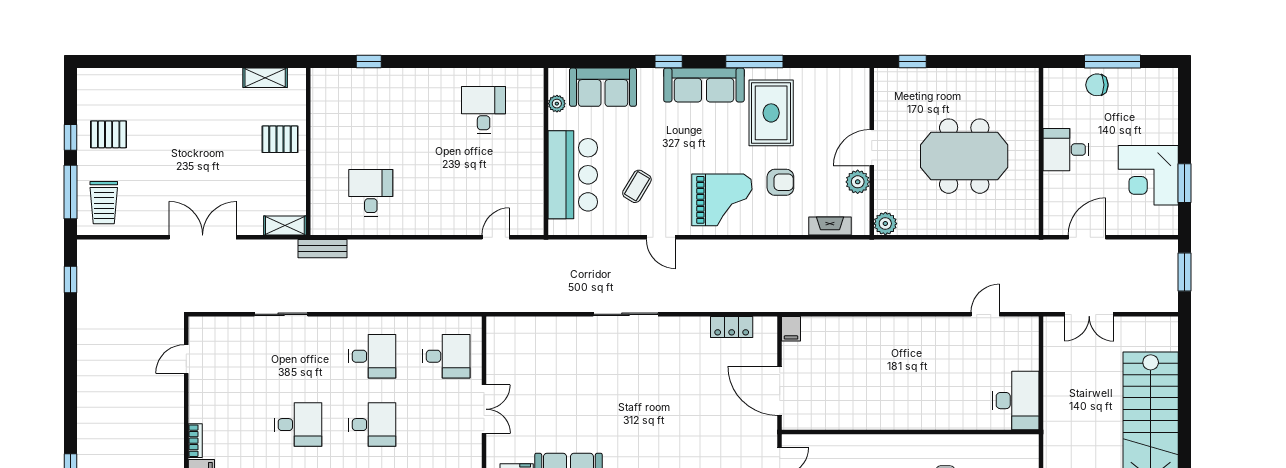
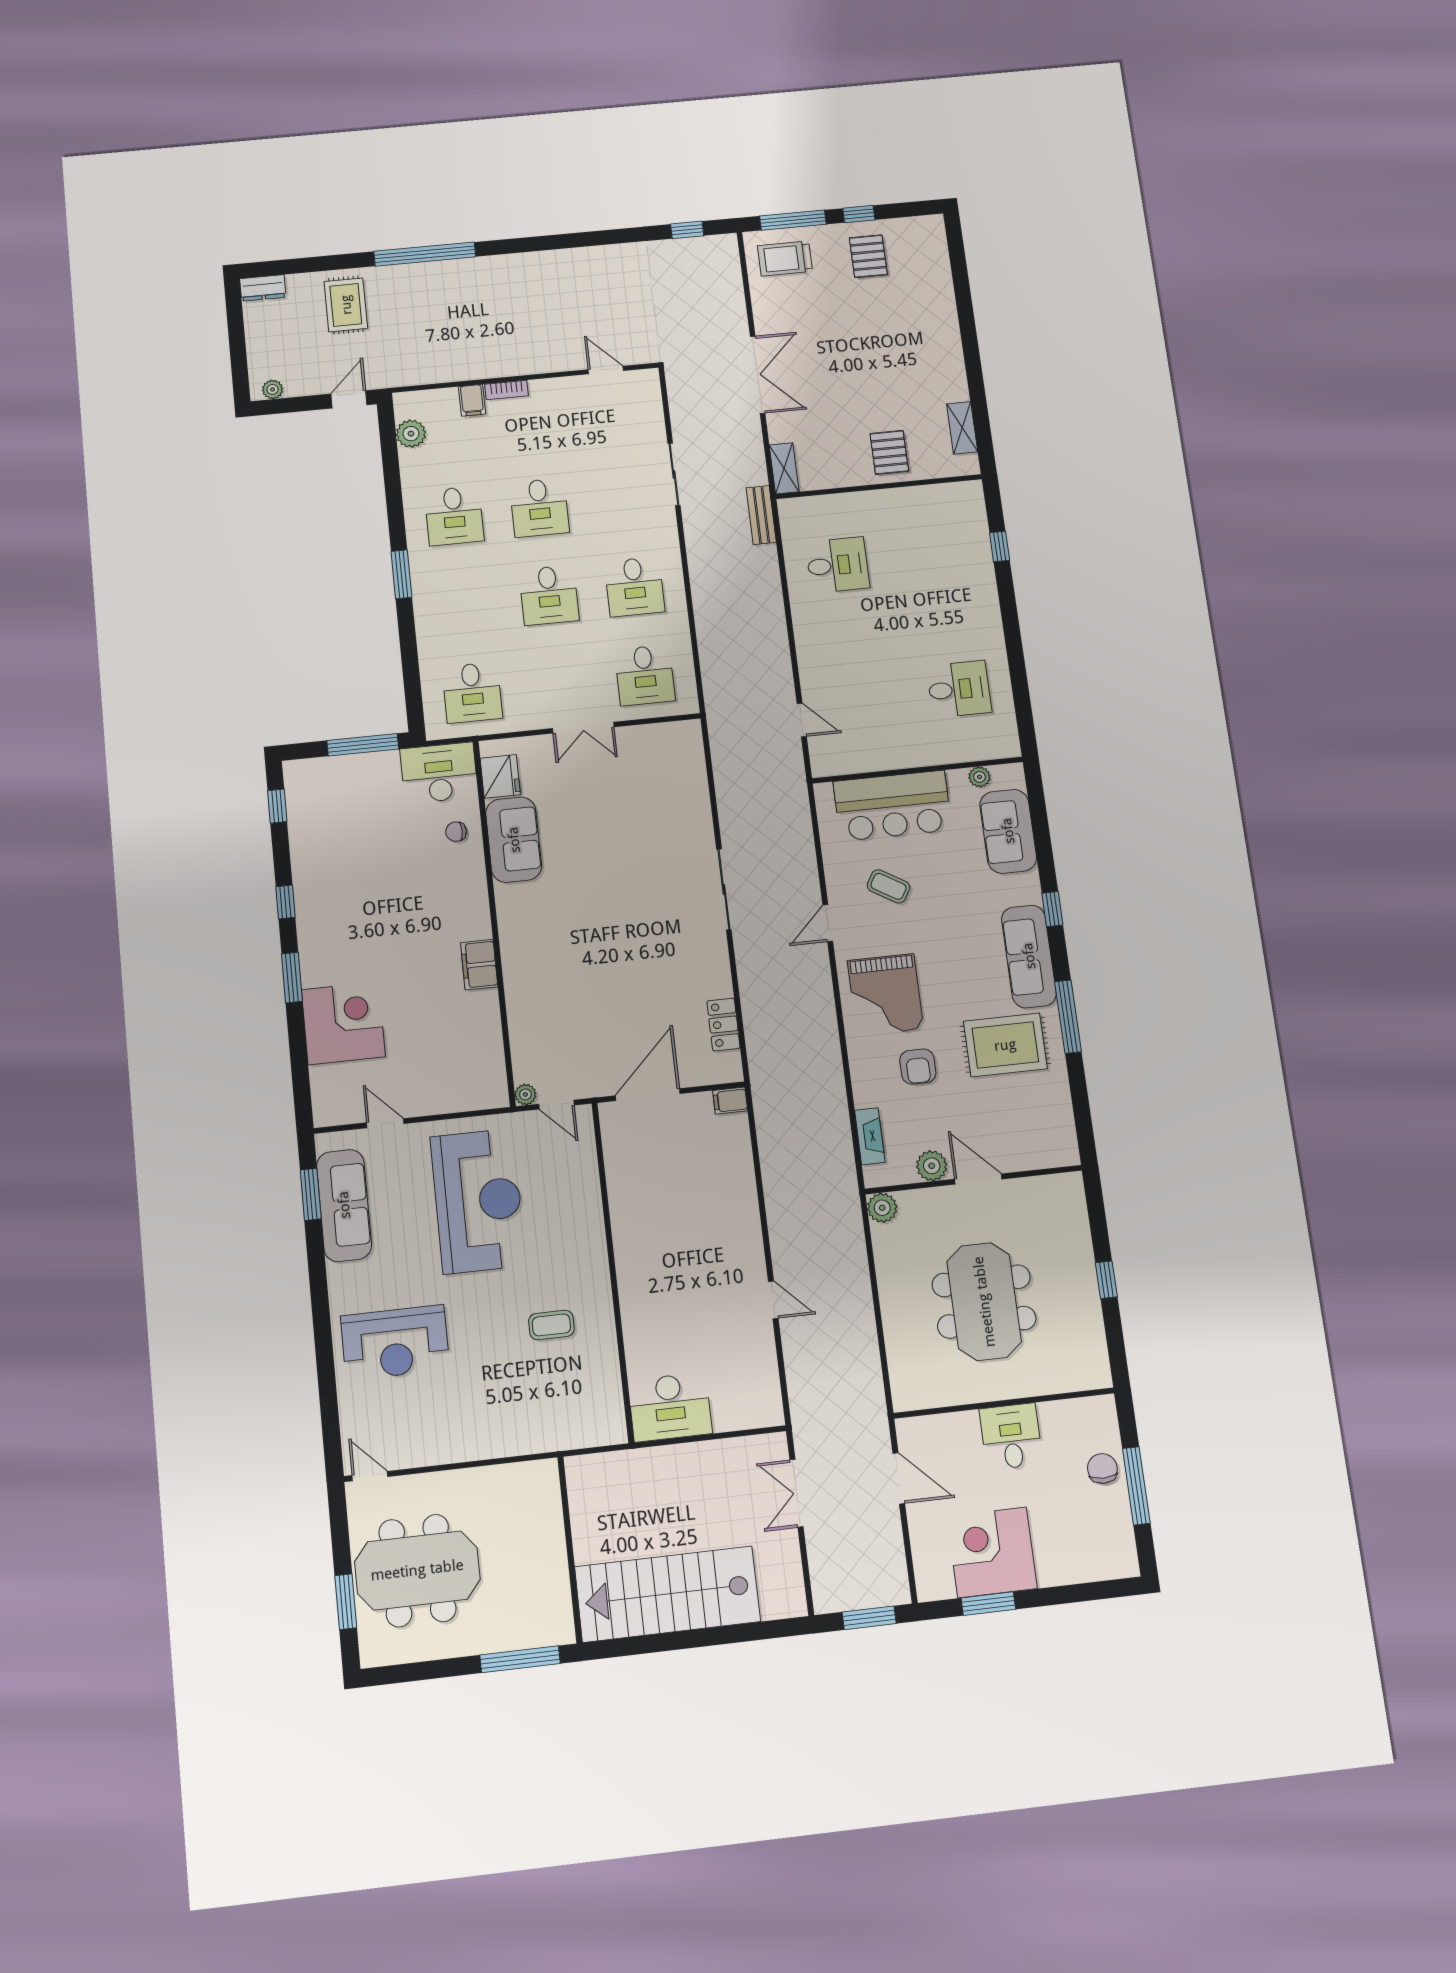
window: (913, 61) -> (1106, 1280), moved
door: (985, 314) -> (773, 1300), moved

